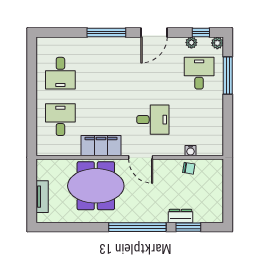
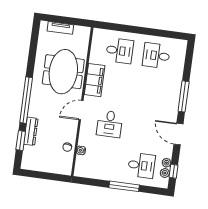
plant: (217, 43) -> (165, 173), moved
window: (228, 76) -> (124, 186), moved
dresser: (181, 216) -> (31, 131), width x1.44

